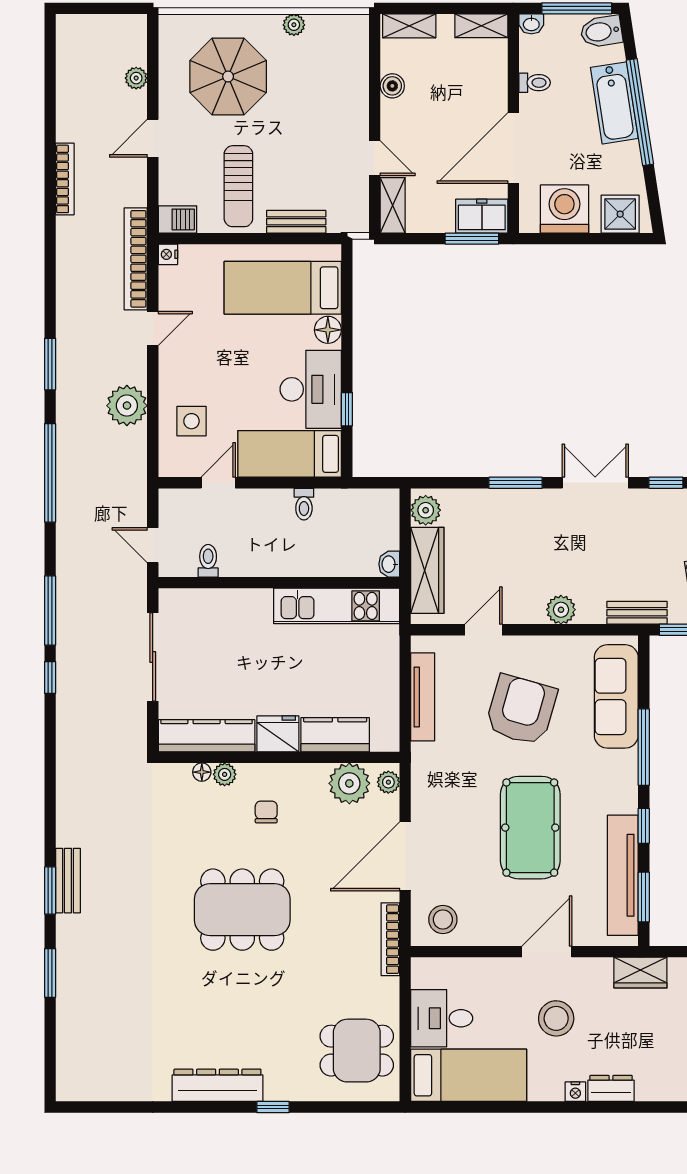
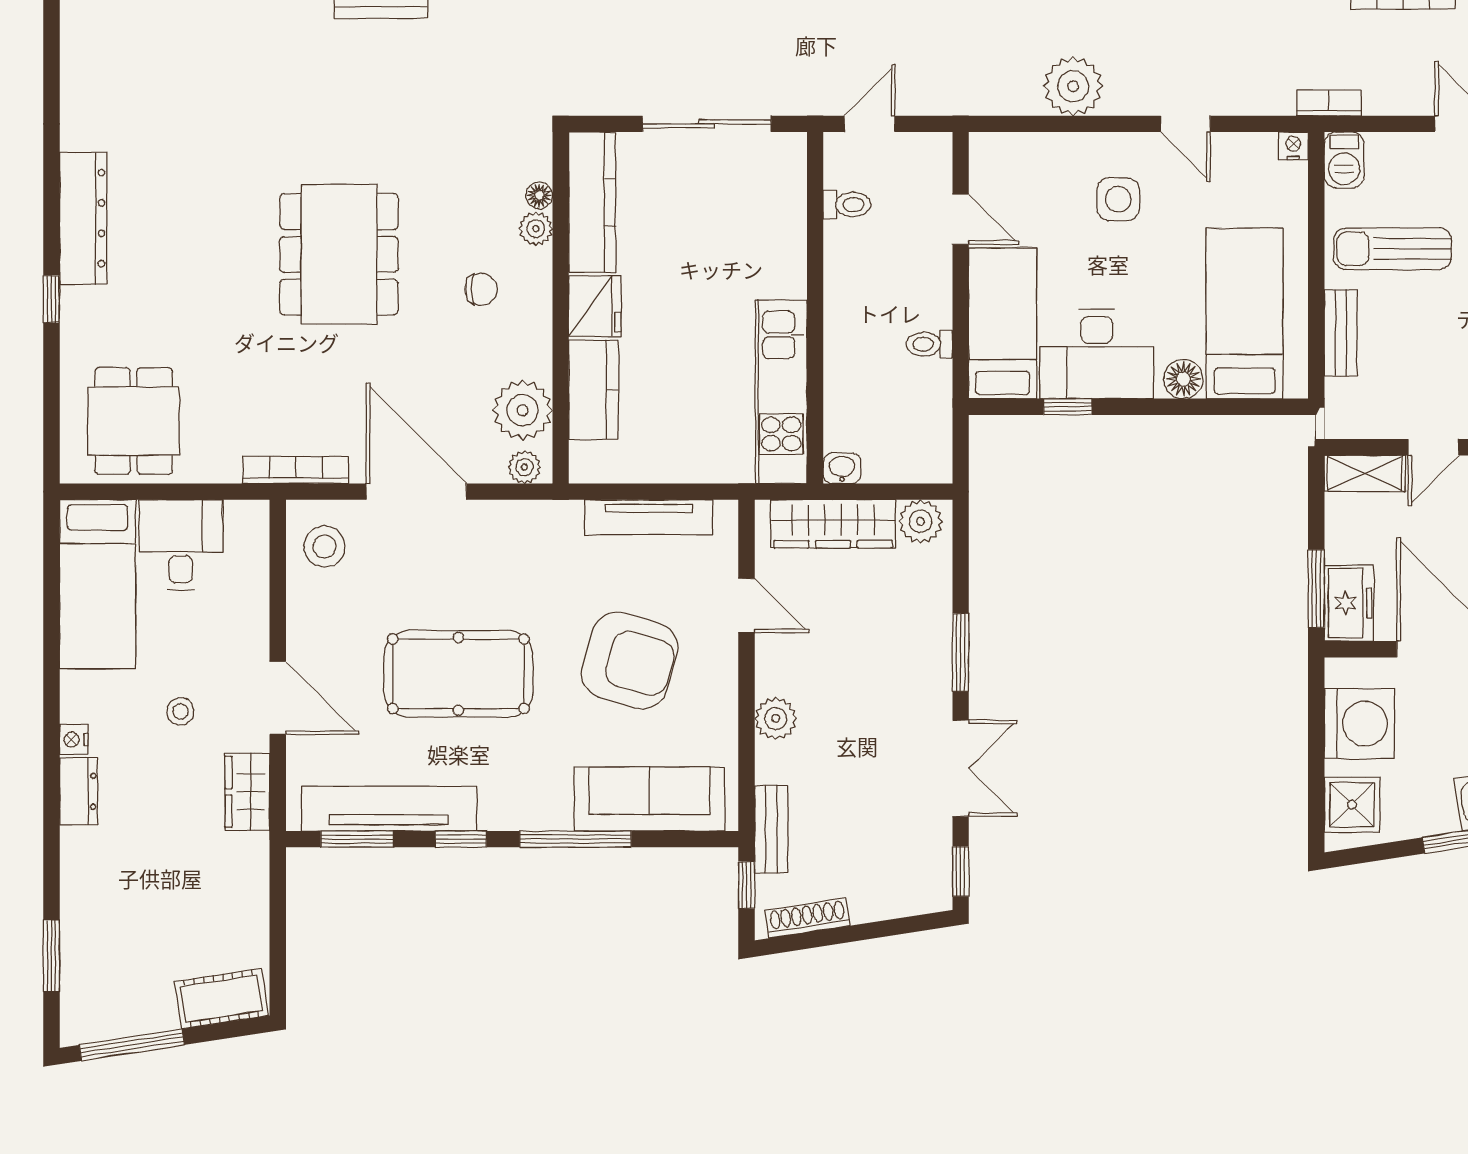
bookcase: (136, 259) -> (1329, 103), width x0.43, depth x0.76
side table: (191, 421) -> (1118, 199), moved
wardrobe: (640, 973) -> (247, 792), moved
stool: (556, 1018) -> (180, 711), width x0.53, depth x0.53

